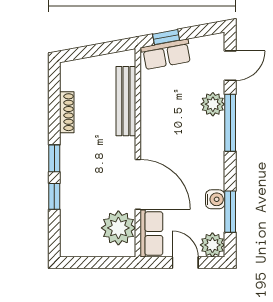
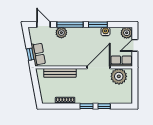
window: (230, 212) -> (98, 25), moved

